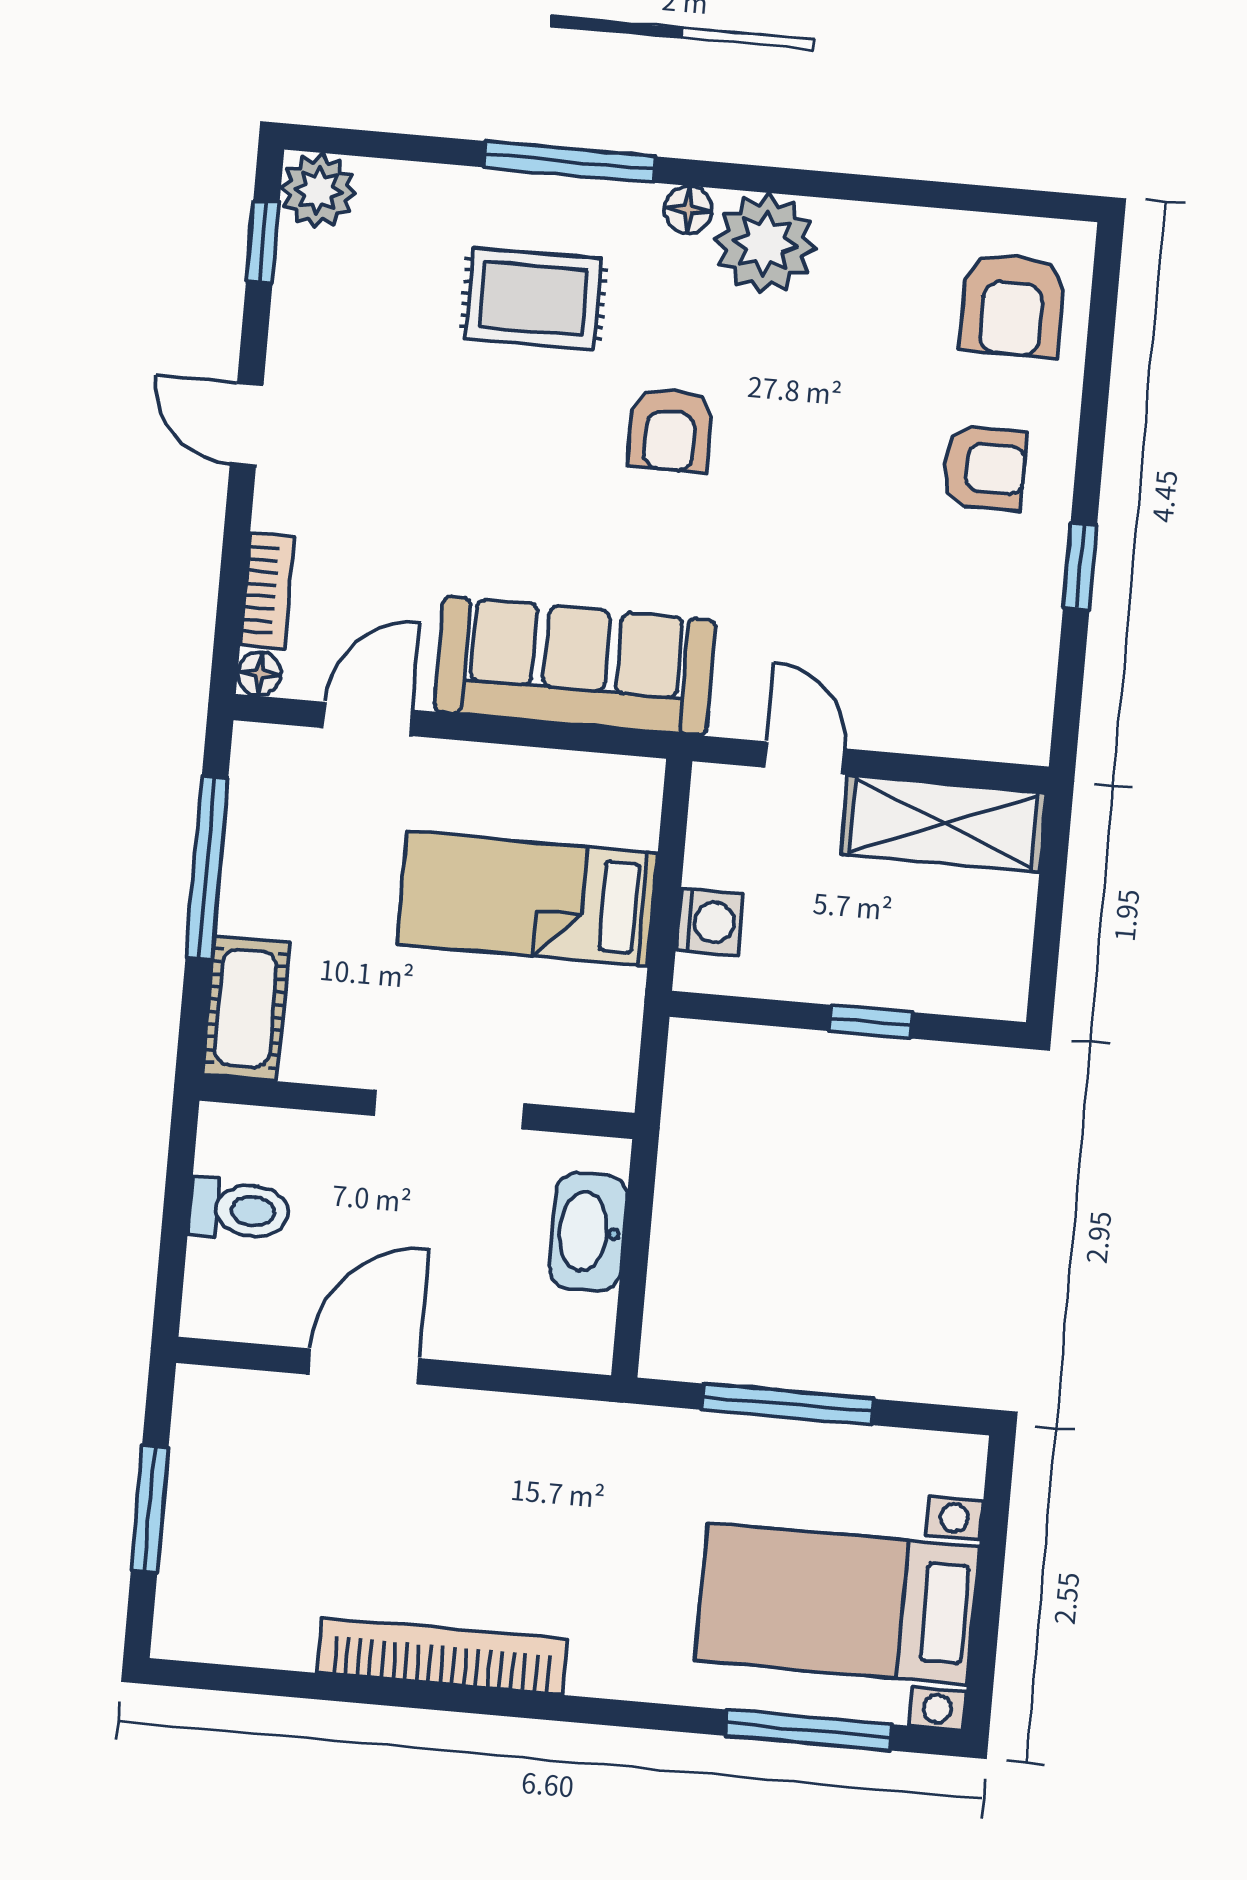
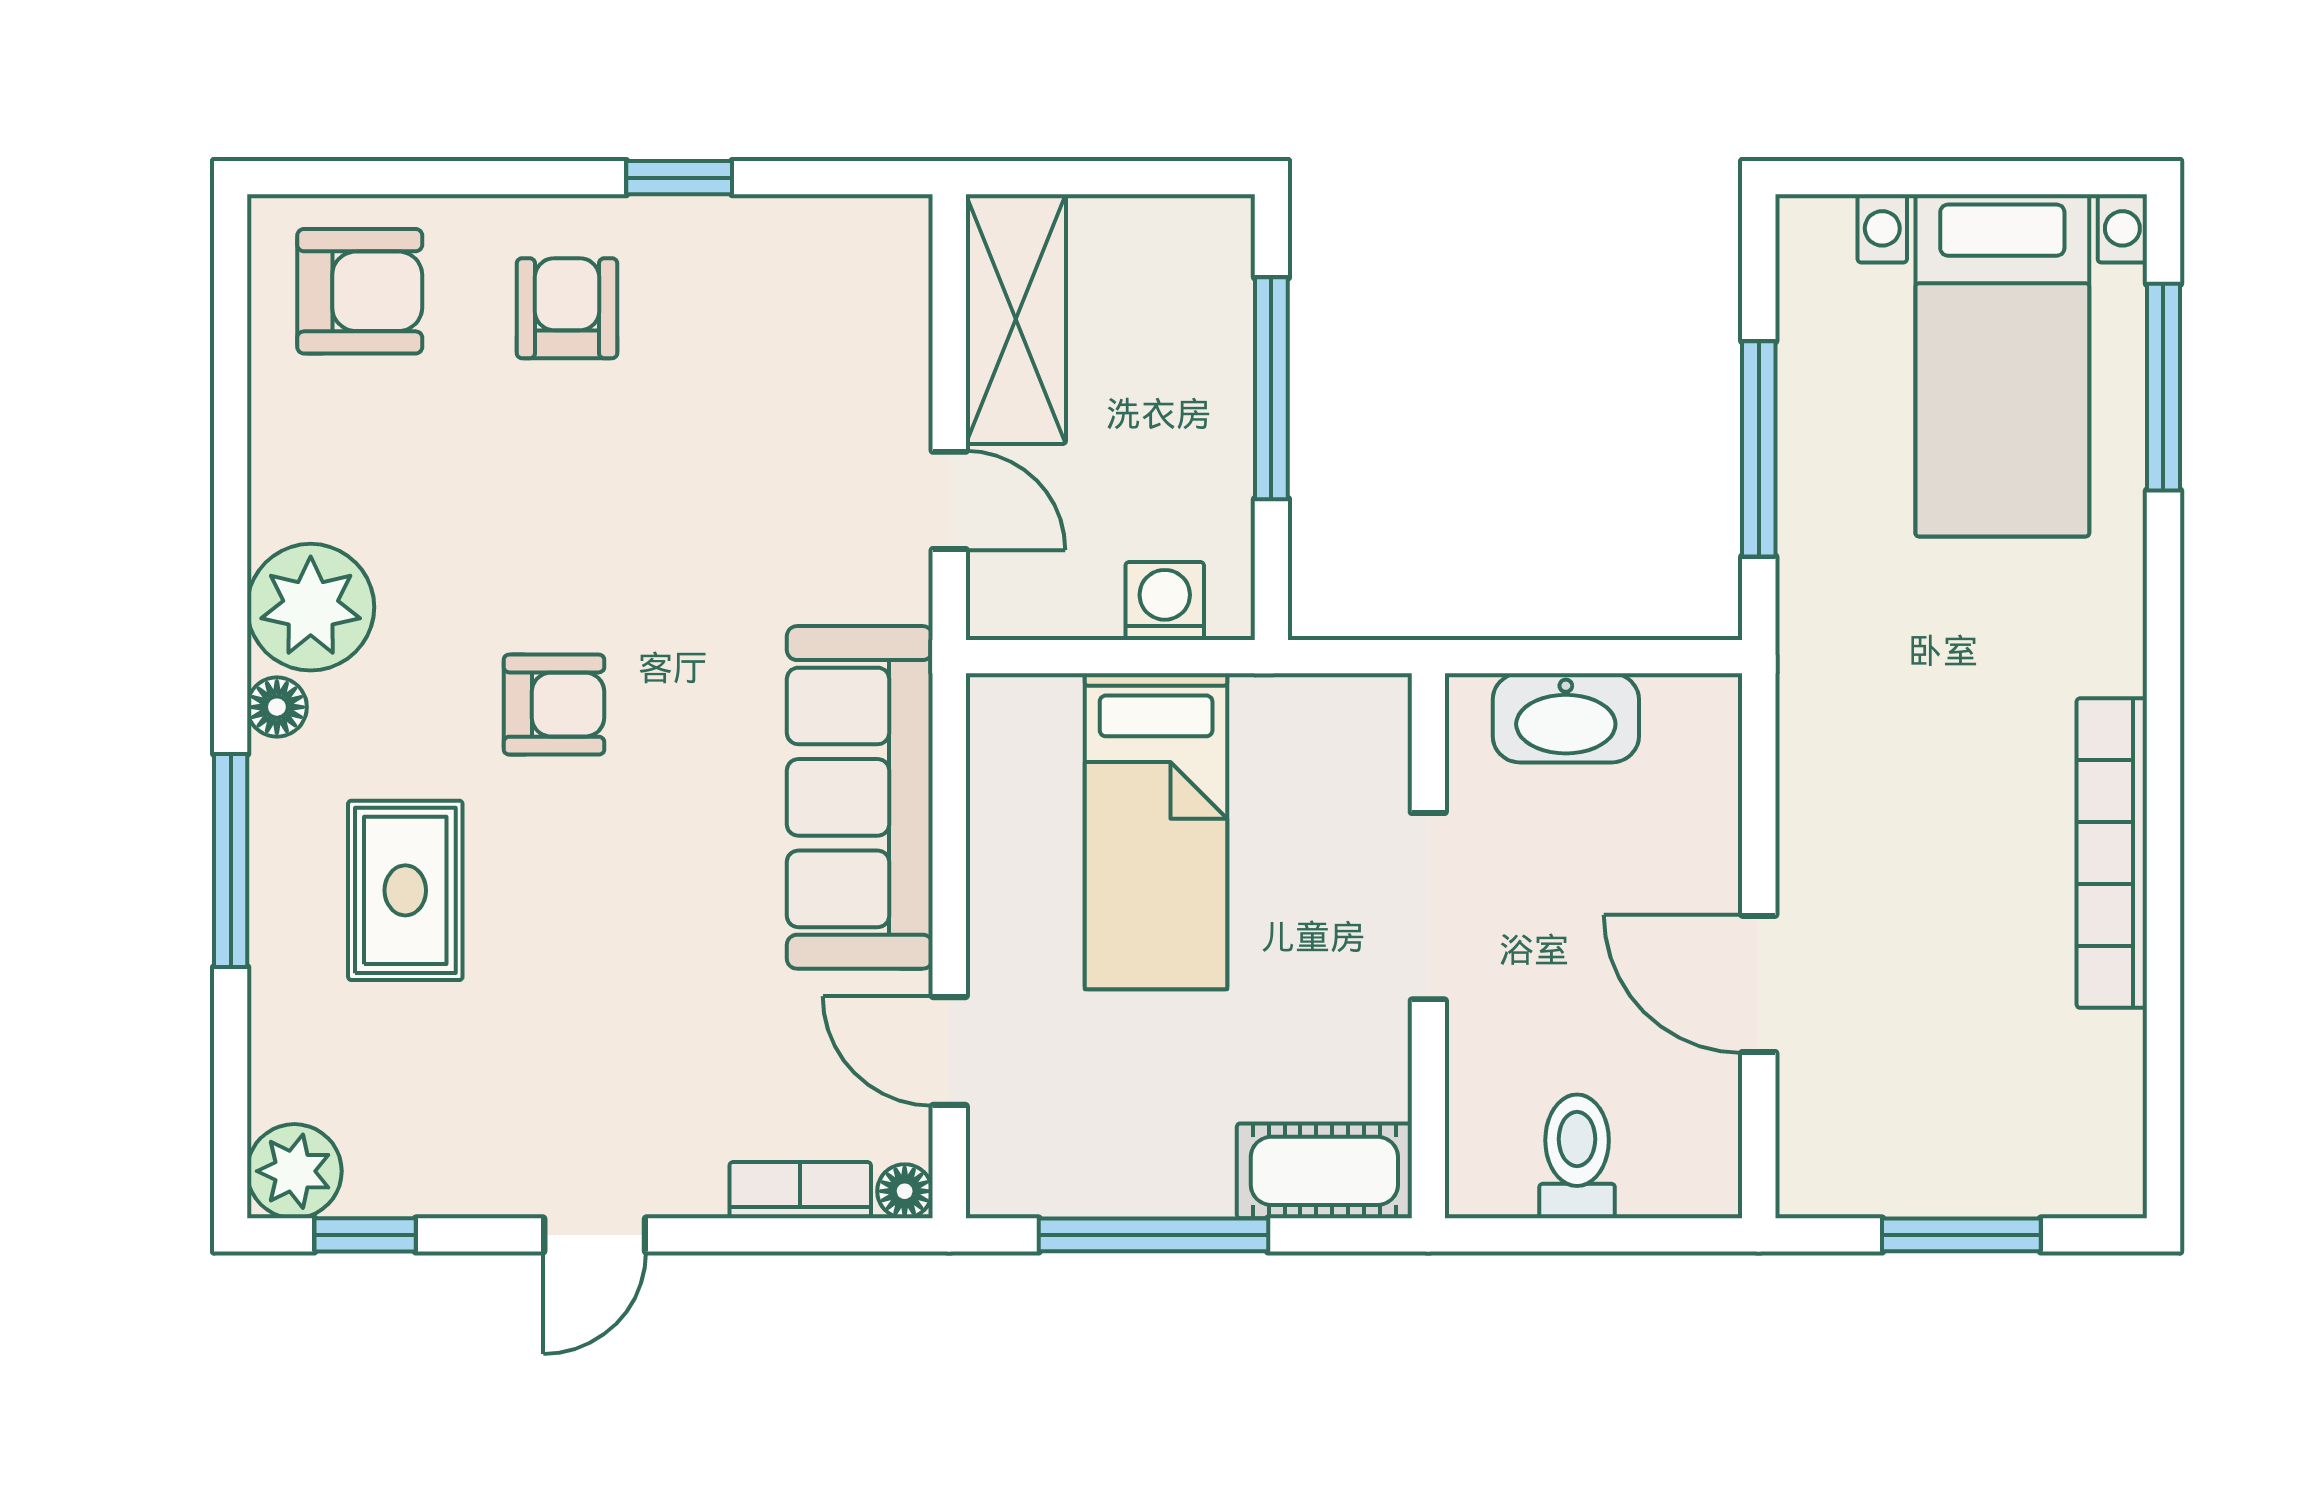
door: (805, 758) -> (949, 500), swing flipped
window: (871, 1022) -> (1271, 388), width x2.17

